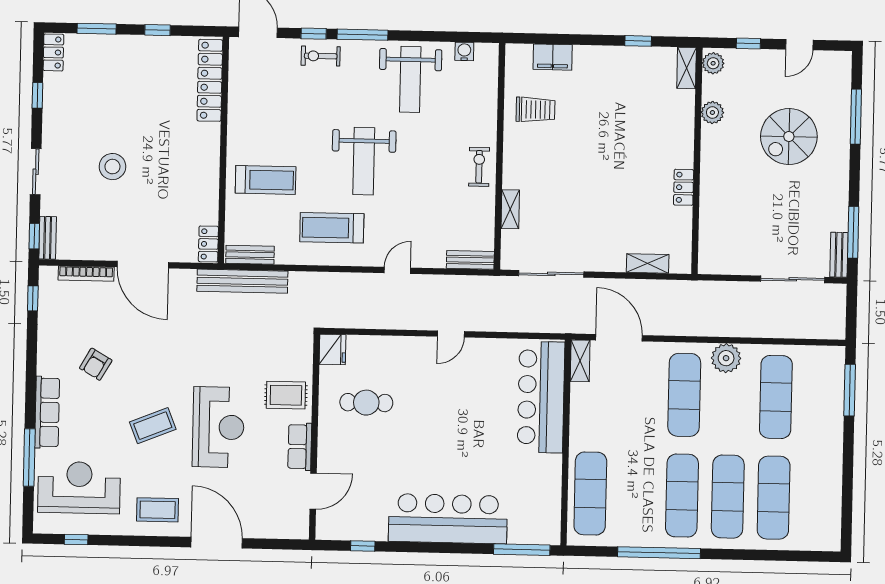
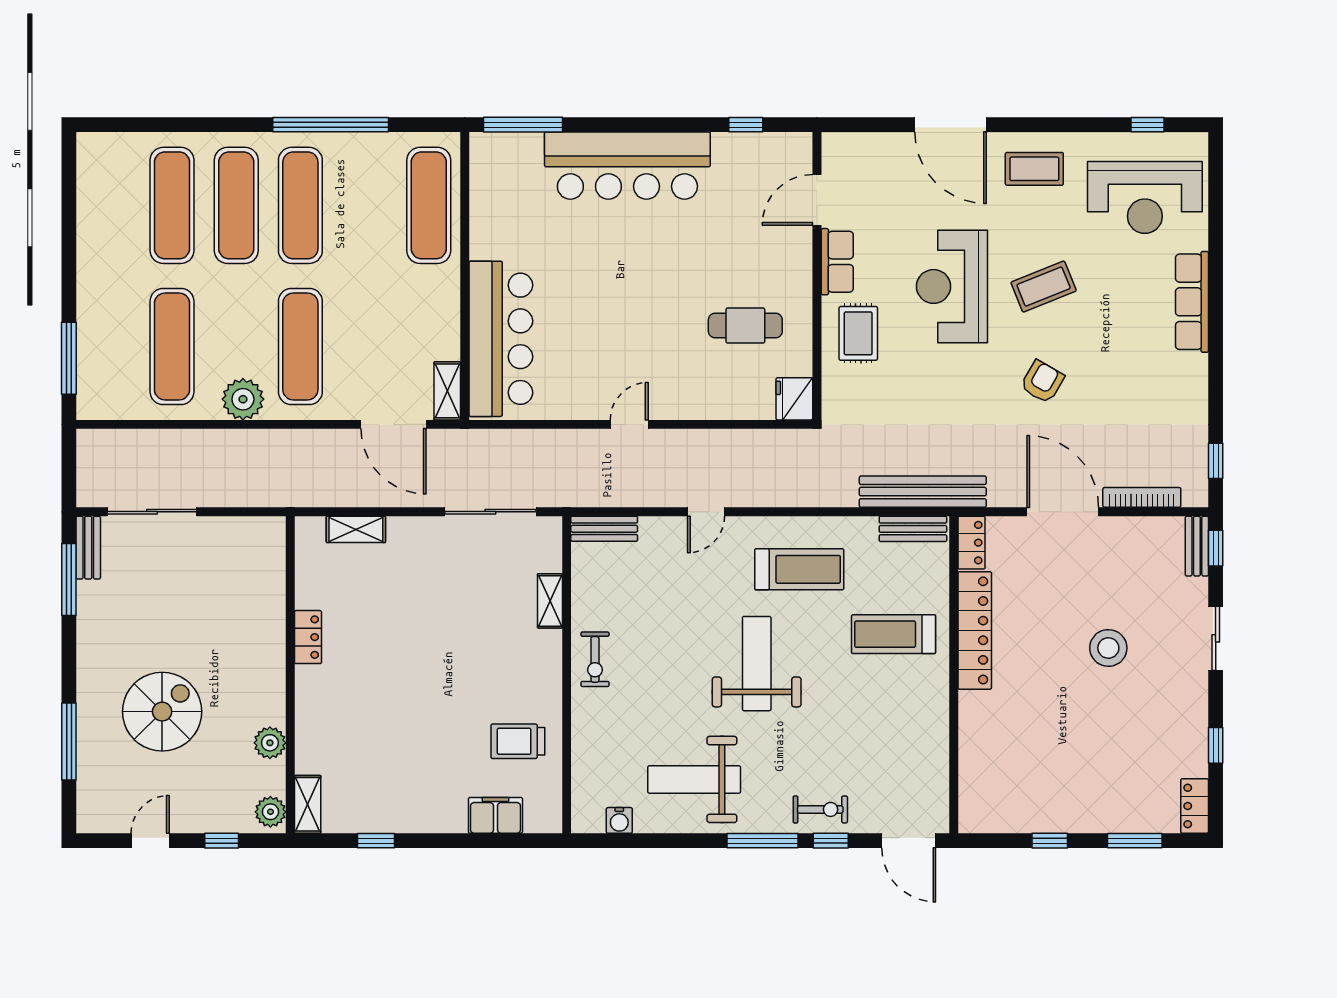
weight bench: (410, 79) -> (694, 779), turned -90
locker: (210, 80) -> (975, 630), moved
armchair: (96, 364) -> (1042, 382), moved
rug: (286, 395) -> (858, 333), turned 90
window: (29, 457) -> (1216, 238), removed

